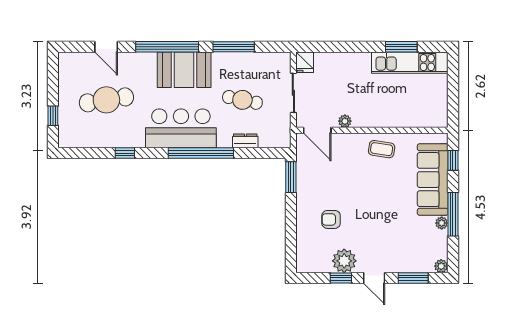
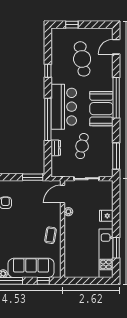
door: (106, 47) -> (116, 47), moved
window: (234, 47) -> (116, 156), moved
fridge: (305, 62) -> (106, 216), moved

